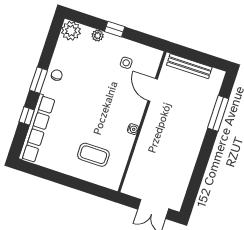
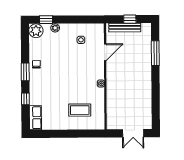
window: (115, 29) -> (46, 20), moved
window: (200, 57) -> (130, 19), added
door: (153, 90) -> (105, 52), swing flipped
row of seats: (37, 129) -> (35, 118), width x0.50

